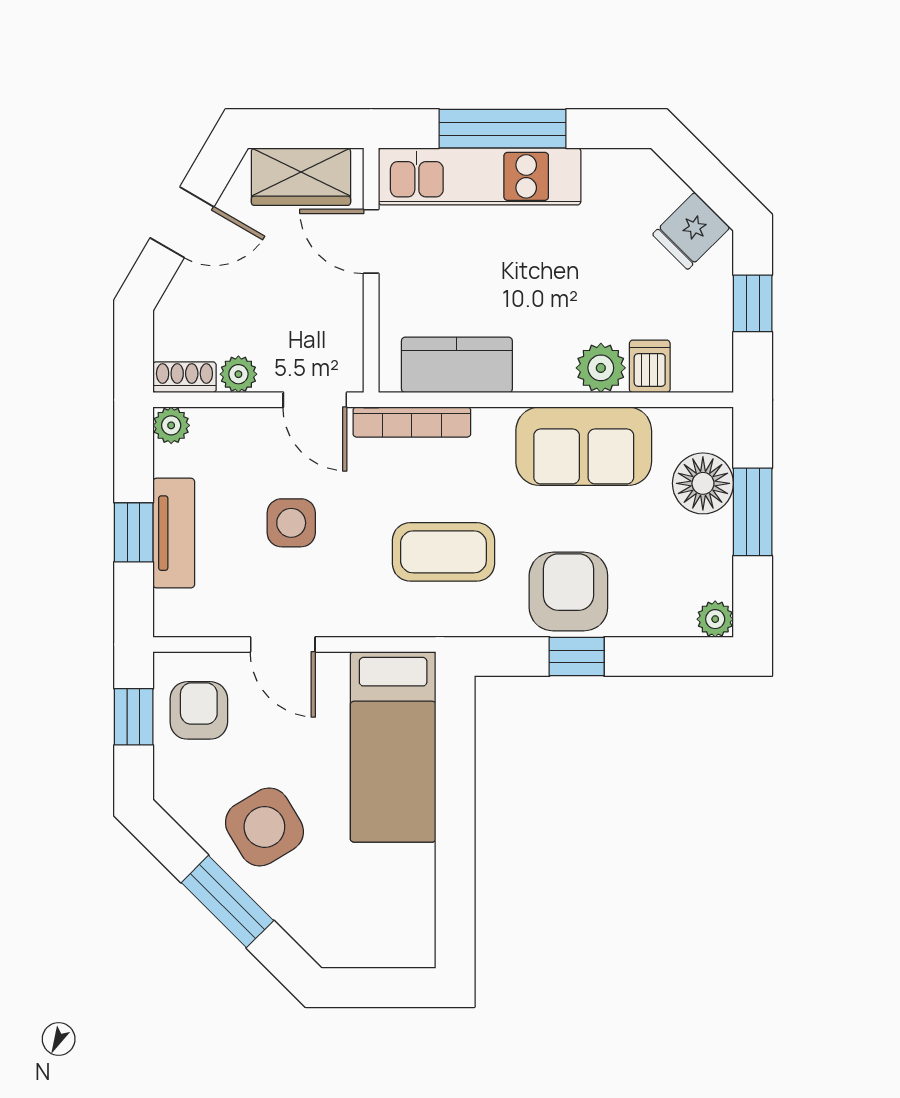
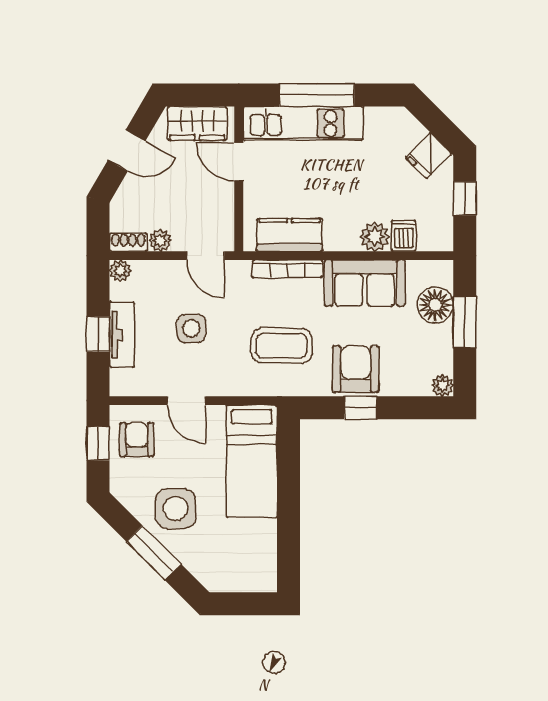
bookcase: (412, 422) -> (287, 269), moved
side table: (264, 827) -> (176, 509), turned 31

